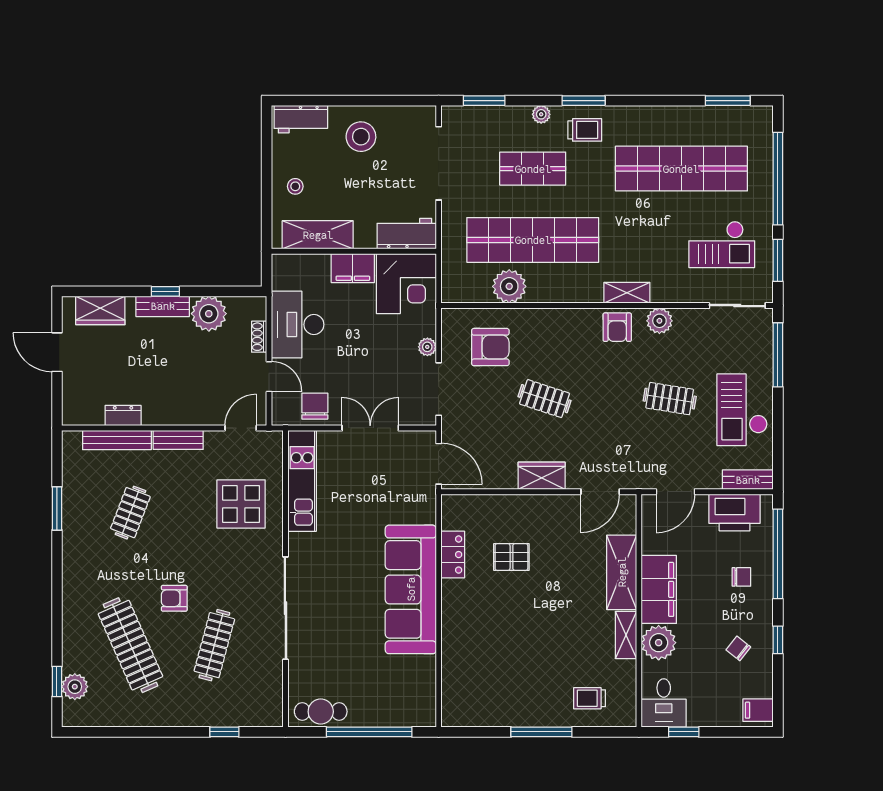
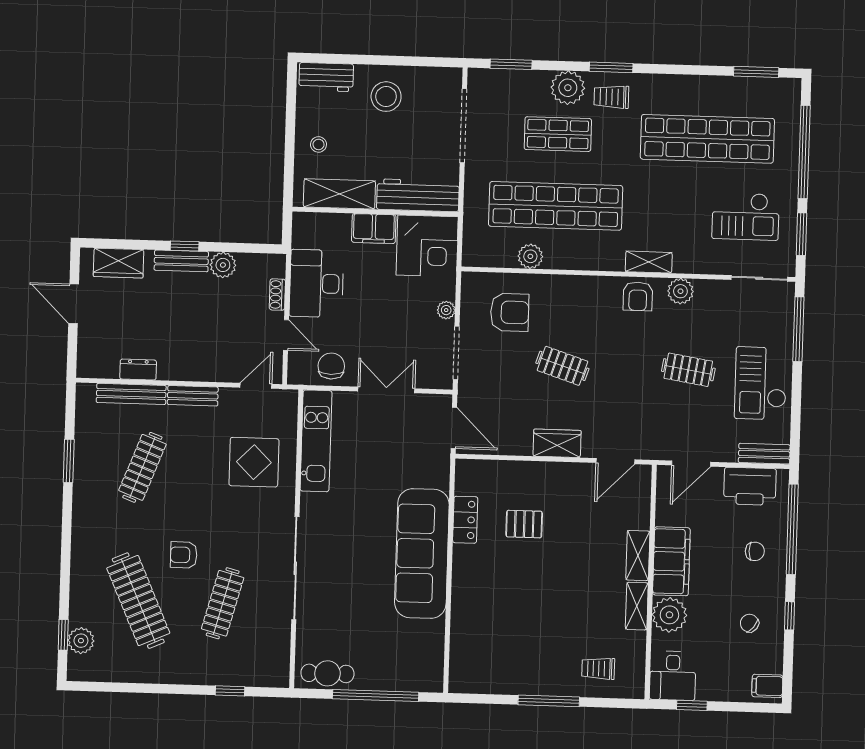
plant: (541, 114) -> (568, 88), width x1.88, depth x1.88
trolley: (585, 130) -> (611, 97), turned 180
workbench: (407, 234) -> (418, 195), width x1.37
plant: (509, 286) -> (530, 256), width x0.73, depth x0.73
plant: (209, 314) -> (223, 265), width x0.73, depth x0.73
clothes rail: (130, 513) -> (142, 467), width x1.36
shelving: (622, 572) -> (638, 556), width x0.67, depth x0.75

